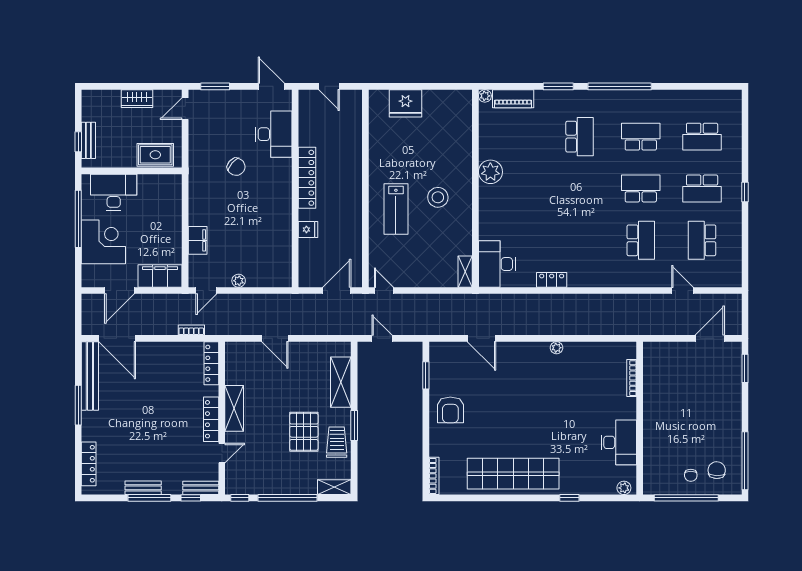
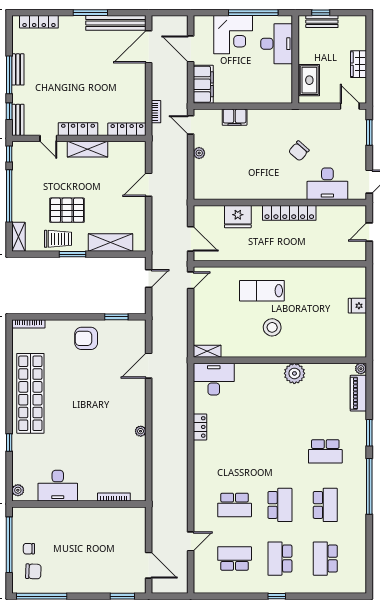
fridge: (405, 103) -> (357, 306), width x0.53, depth x0.75
fridge: (308, 229) -> (238, 217), width x1.88, depth x1.34

